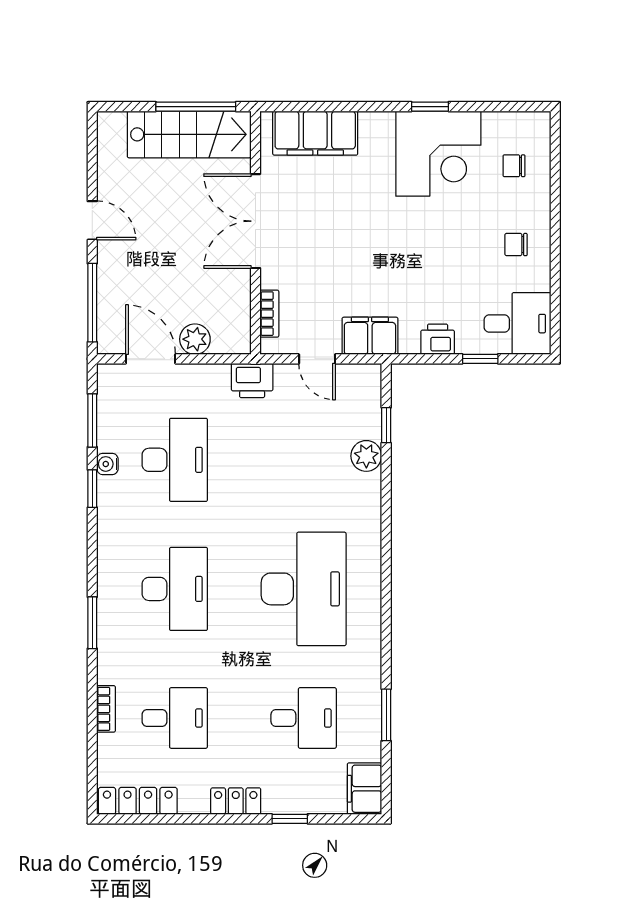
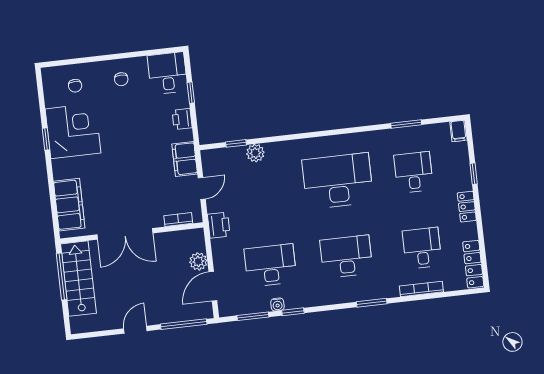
bookcase: (106, 709) -> (421, 289), width x1.56
filing cabinet: (364, 789) -> (459, 131), width x0.50

